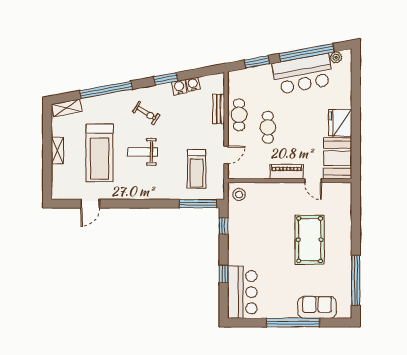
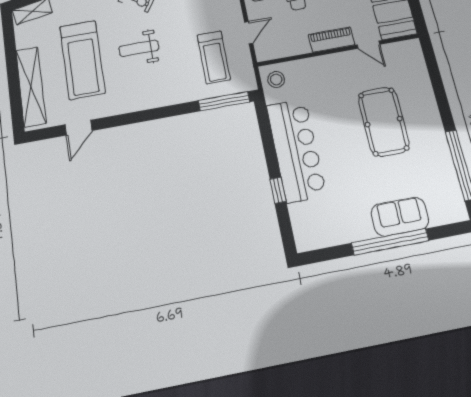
shelving: (57, 150) -> (31, 87), width x2.20, depth x1.33
window: (224, 226) -> (264, 125), removed
bar counter: (242, 292) -> (296, 150), moved, width x1.36
sofa: (317, 307) -> (400, 217), moved

